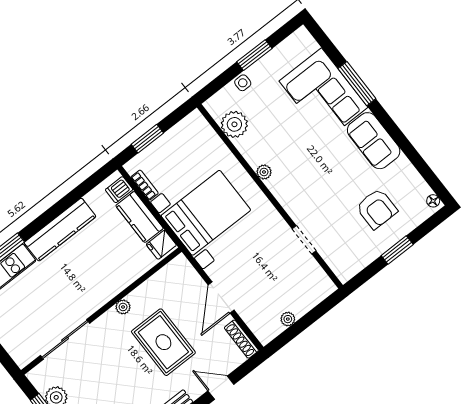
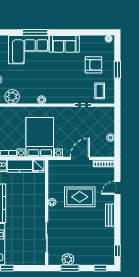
coffee table: (345, 248) -> (100, 91), added
door: (221, 298) -> (80, 158), swing flipped

